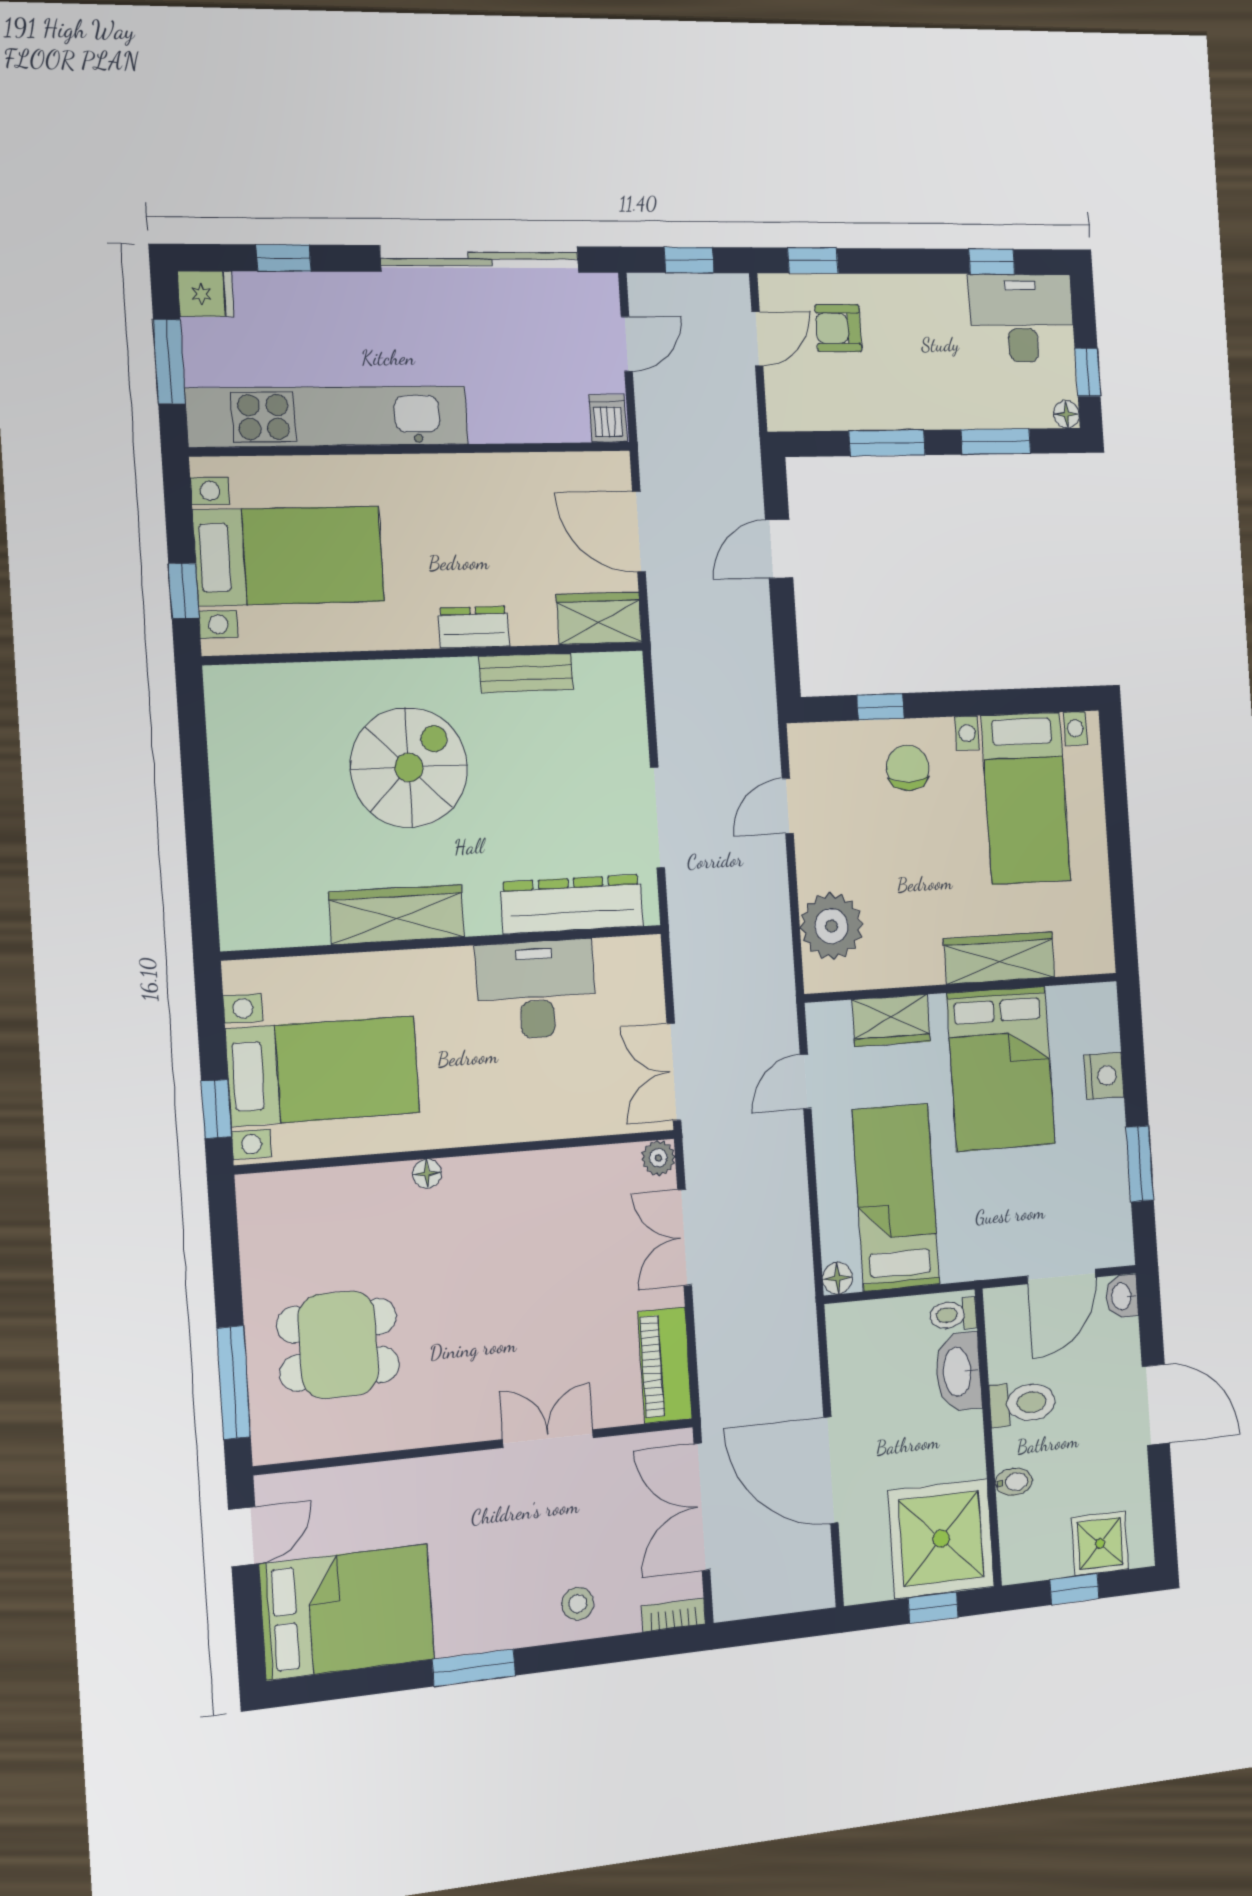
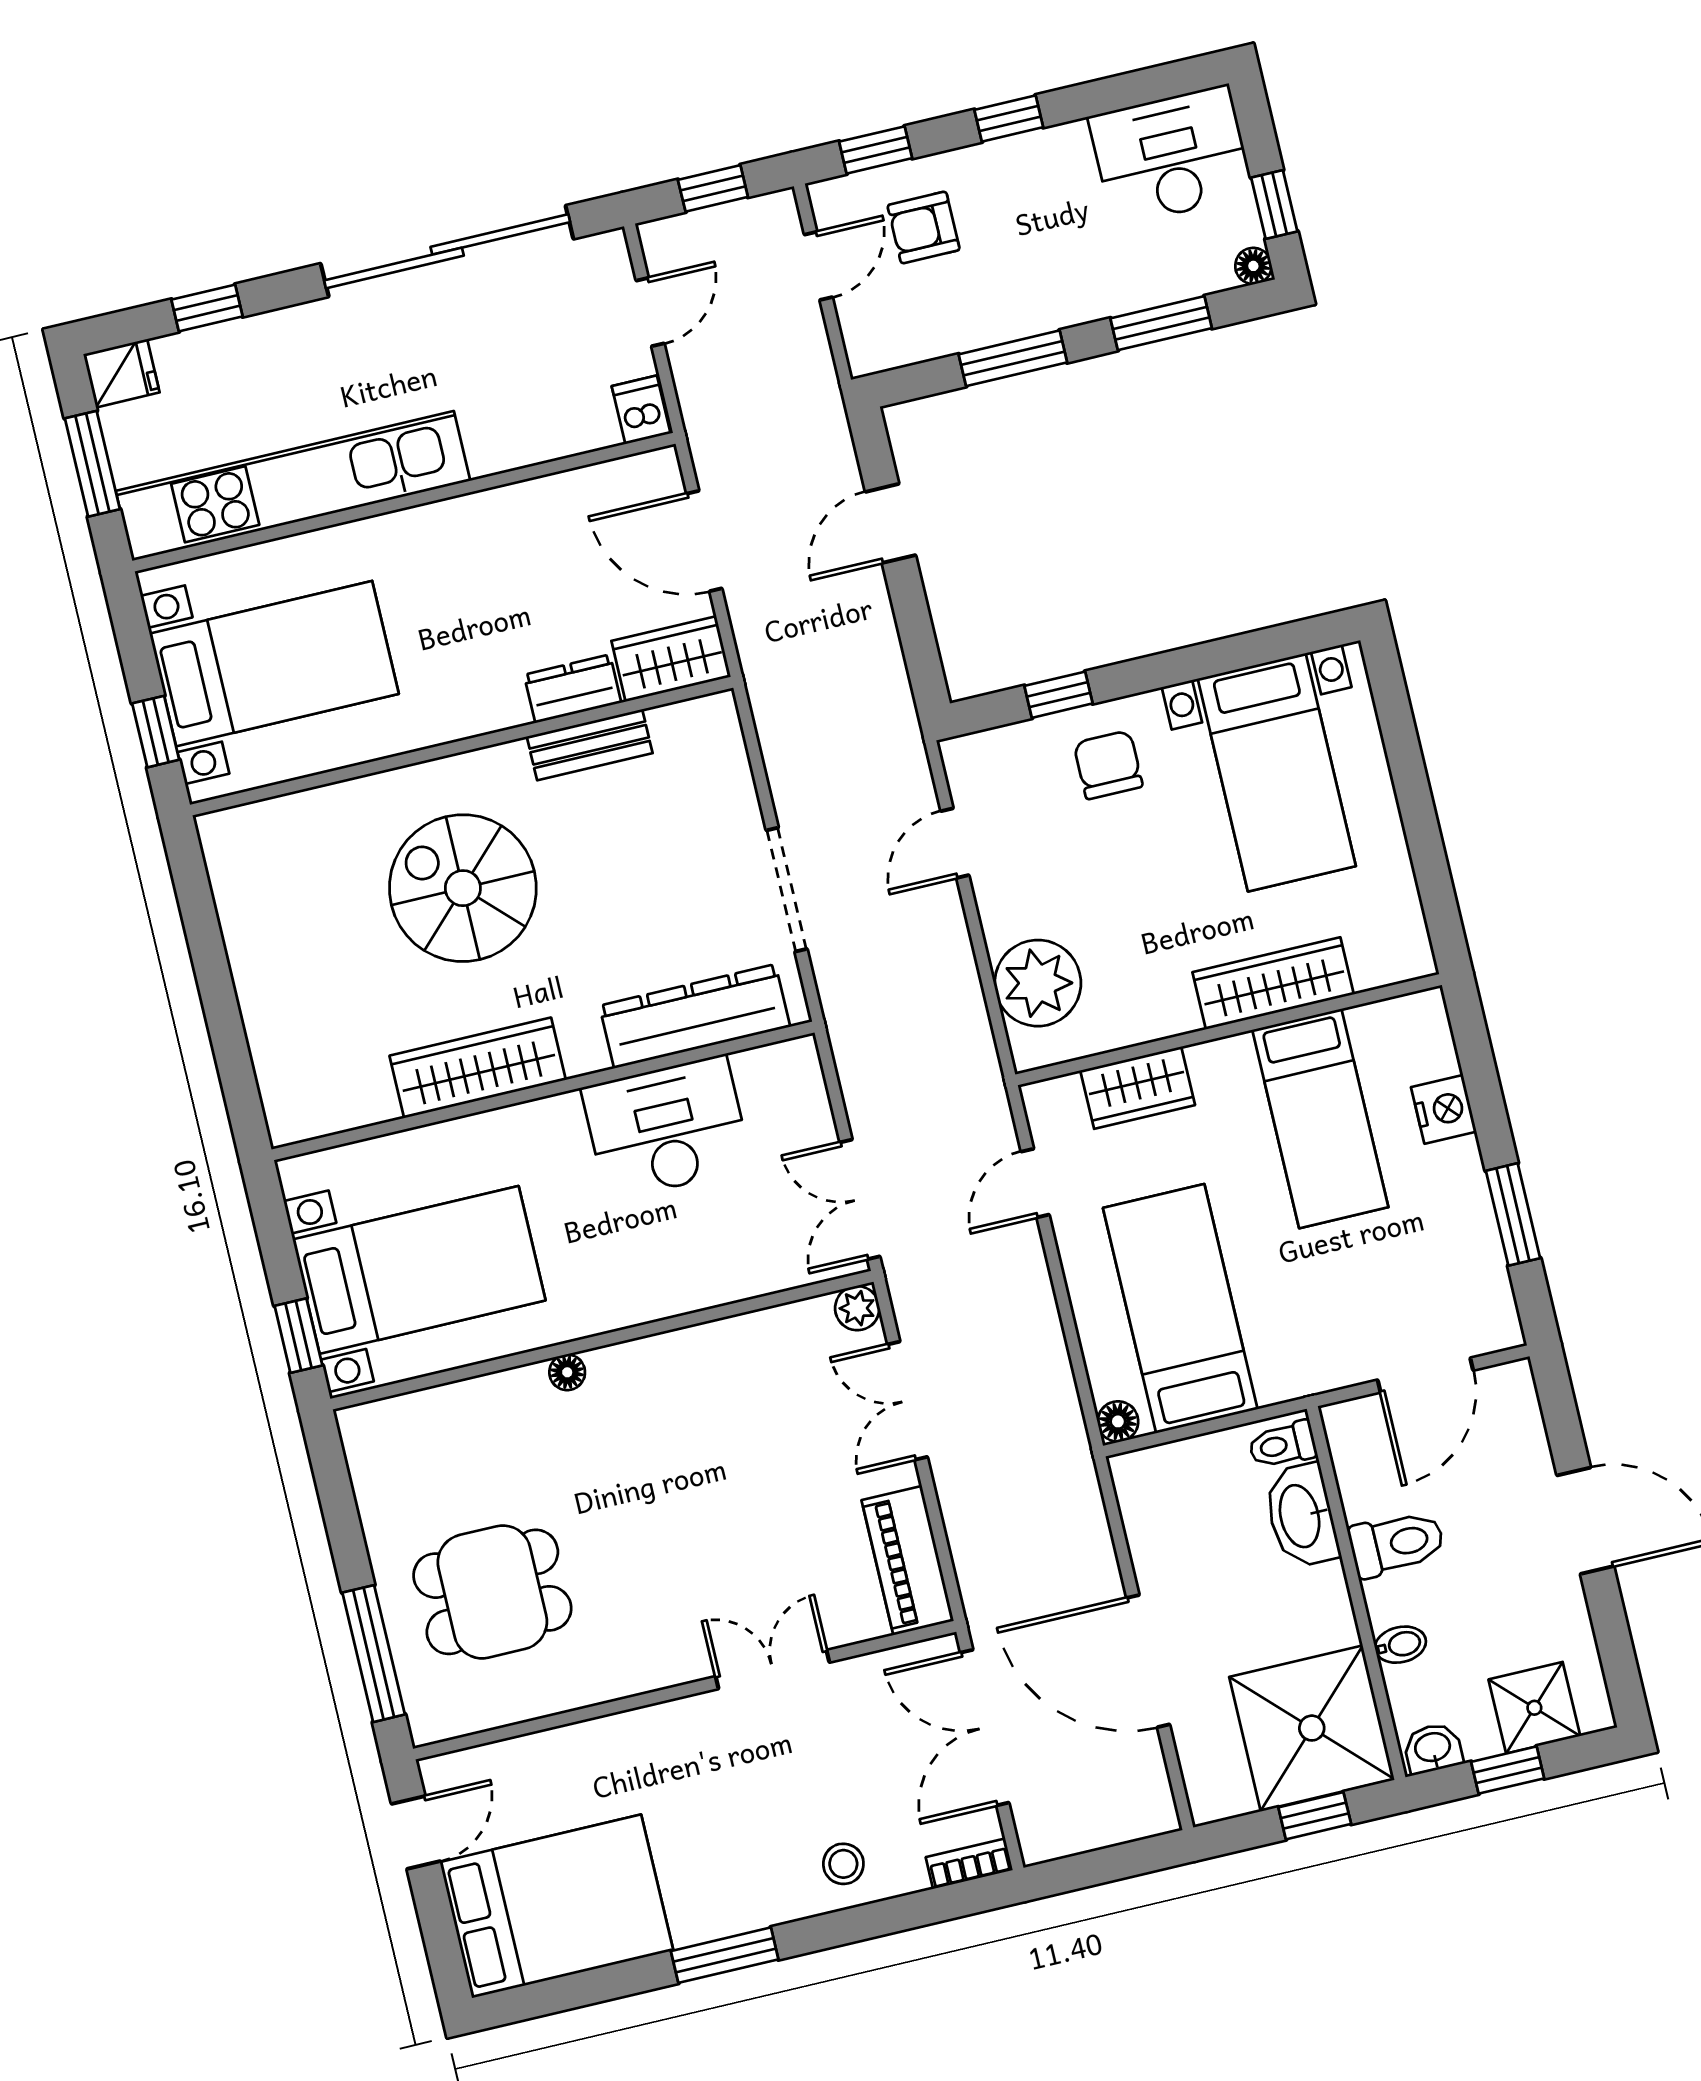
window: (992, 262) -> (1009, 118), moved
dresser: (474, 627) -> (573, 689), moved
spiral stairs: (409, 767) -> (463, 888), turned -90
bed: (1001, 1069) -> (1320, 1118), width x0.67
washbasin: (1122, 1296) -> (1433, 1748), moved, turned 90

